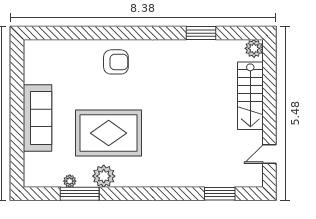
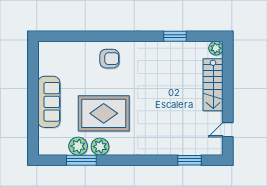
plant: (70, 181) -> (78, 146), width x1.88, depth x1.88

